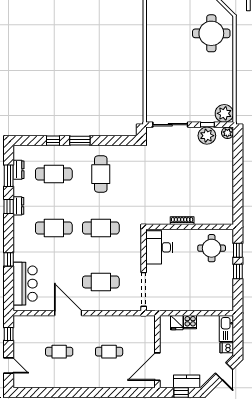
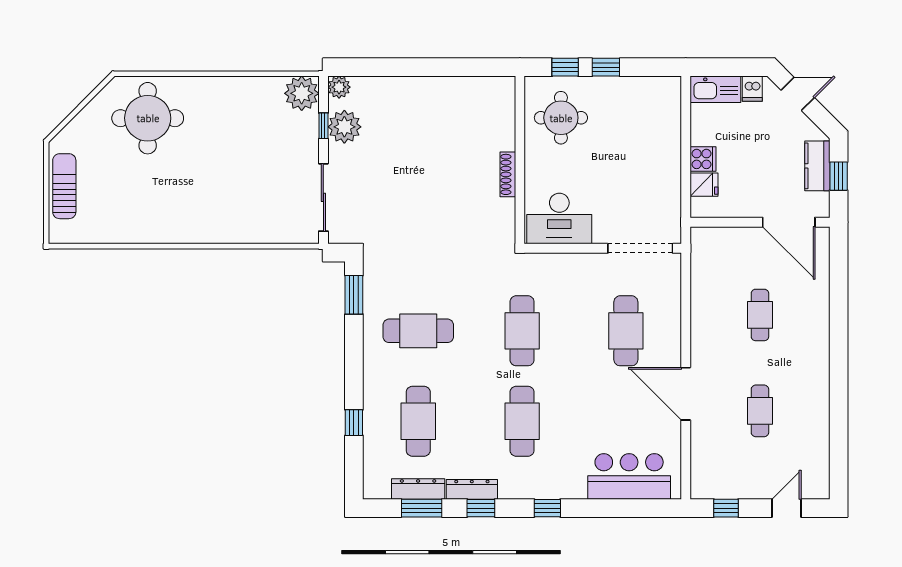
window: (80, 141) -> (354, 295), moved
dresser: (19, 170) -> (418, 489), width x1.44
dresser: (18, 206) -> (472, 489), width x1.44
window: (9, 259) -> (547, 508), moved
door: (68, 313) -> (686, 394), hinge flipped

